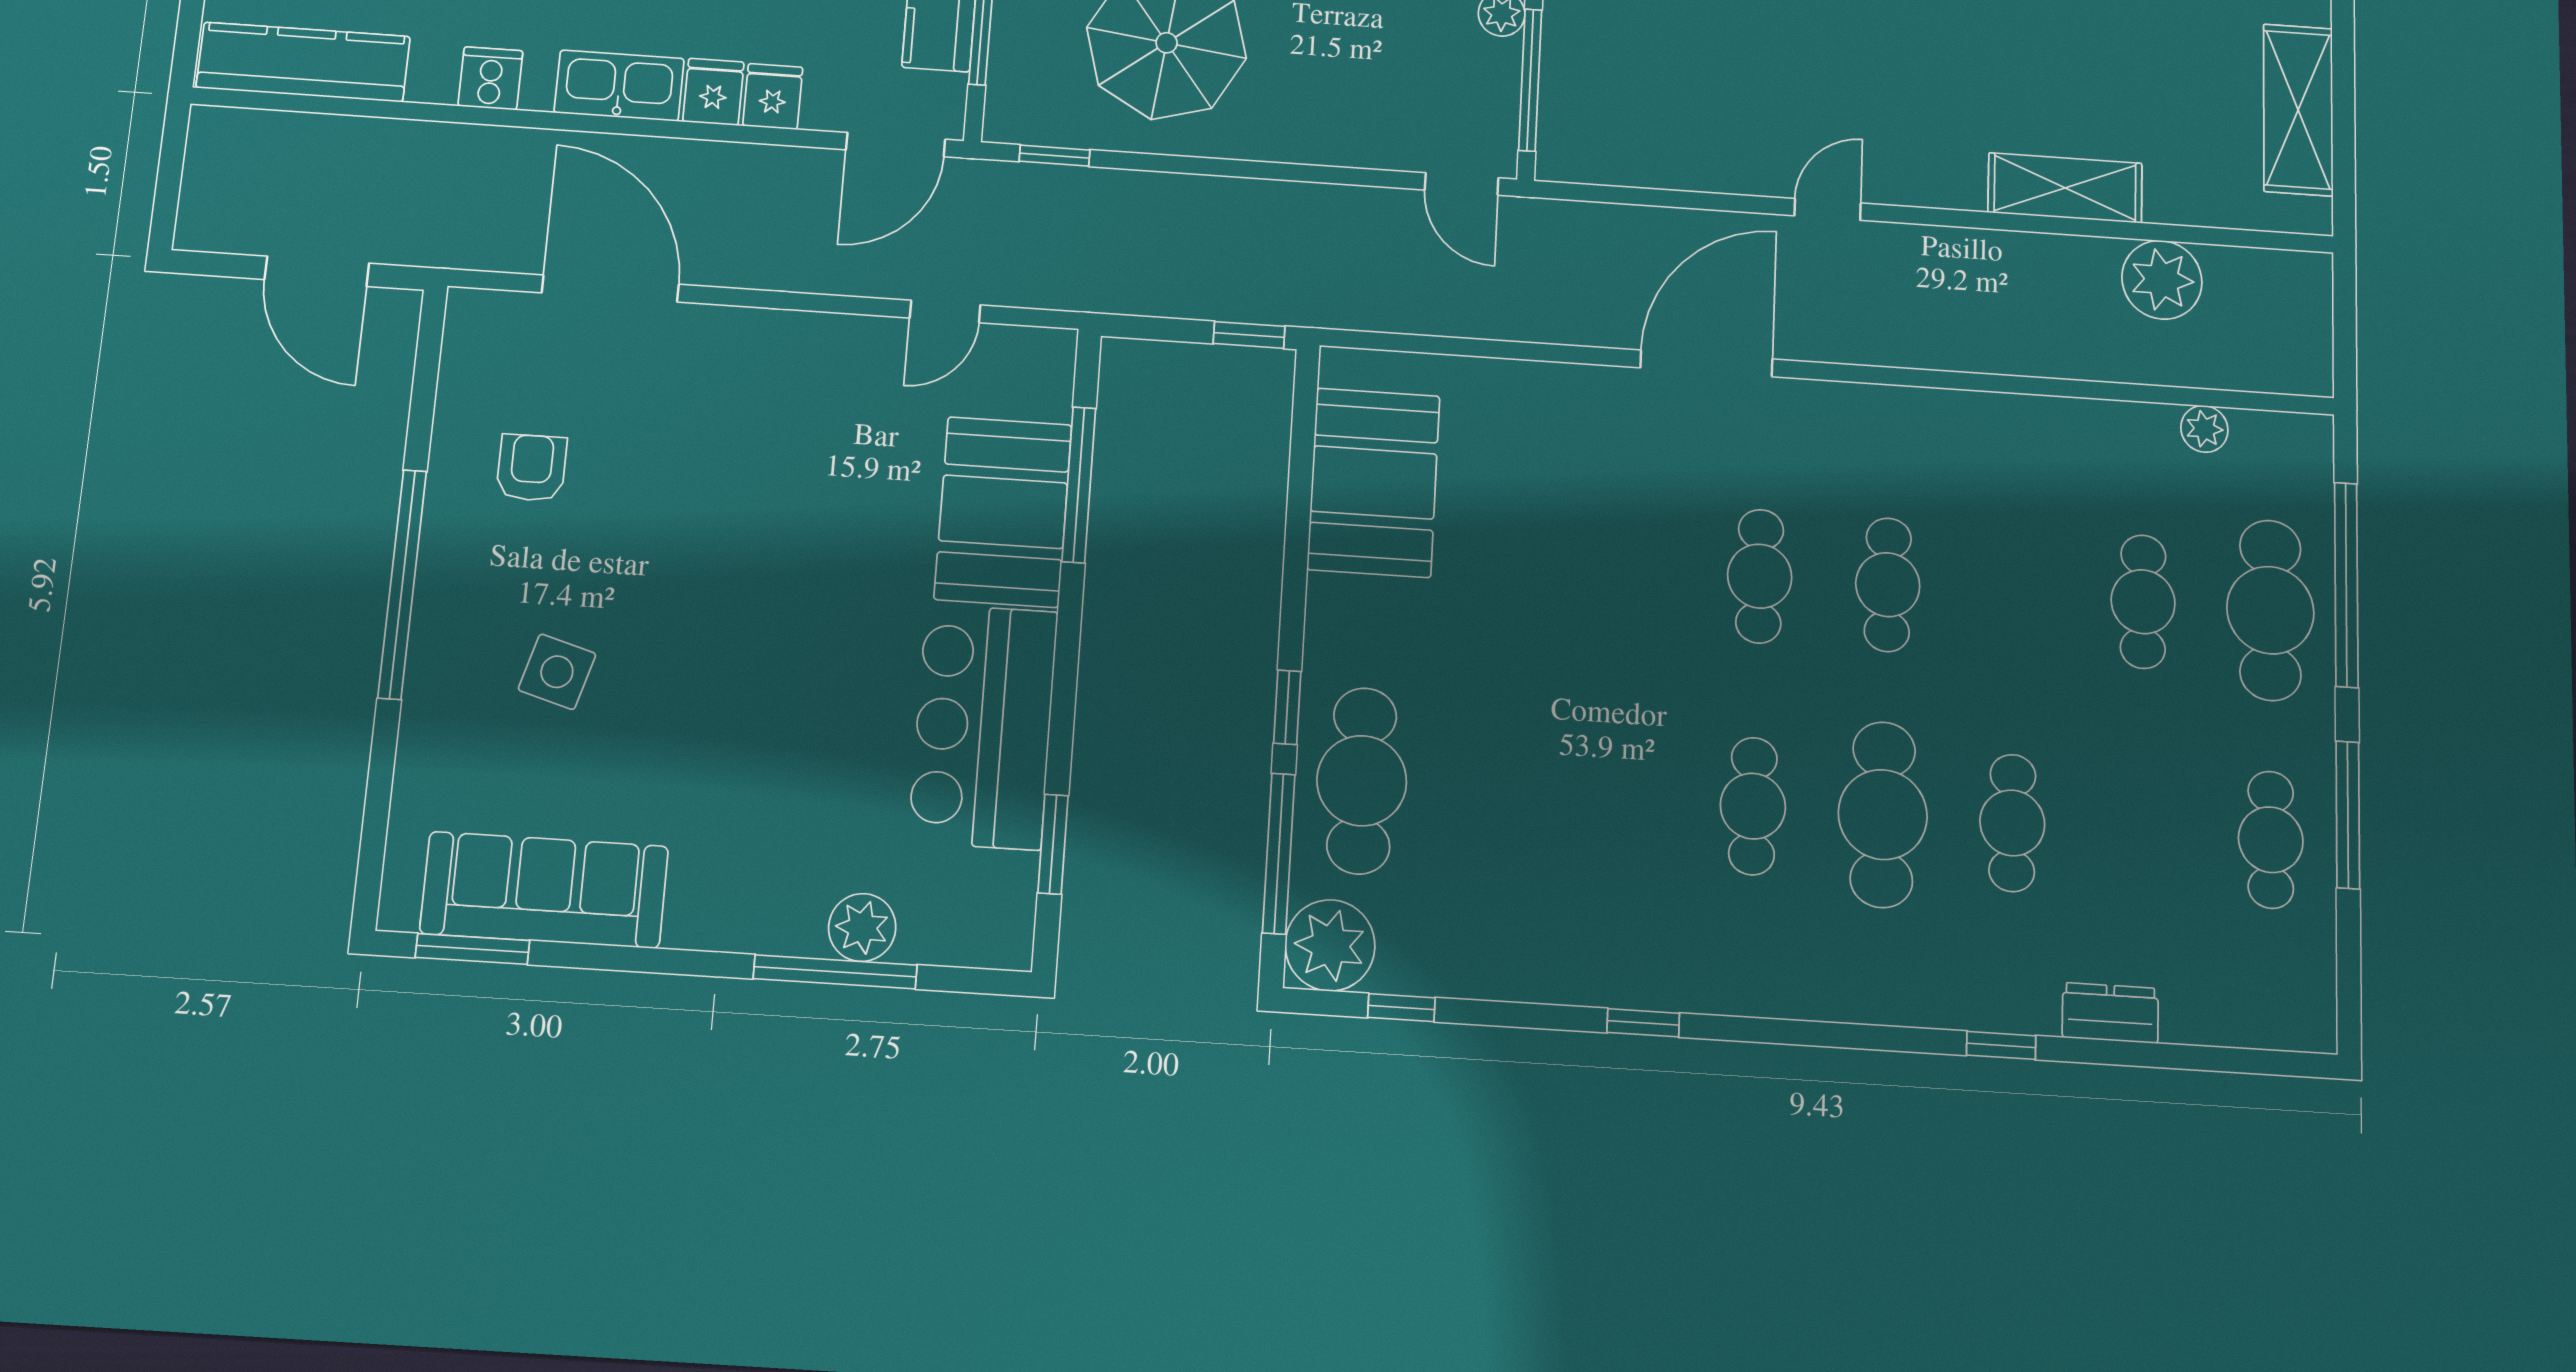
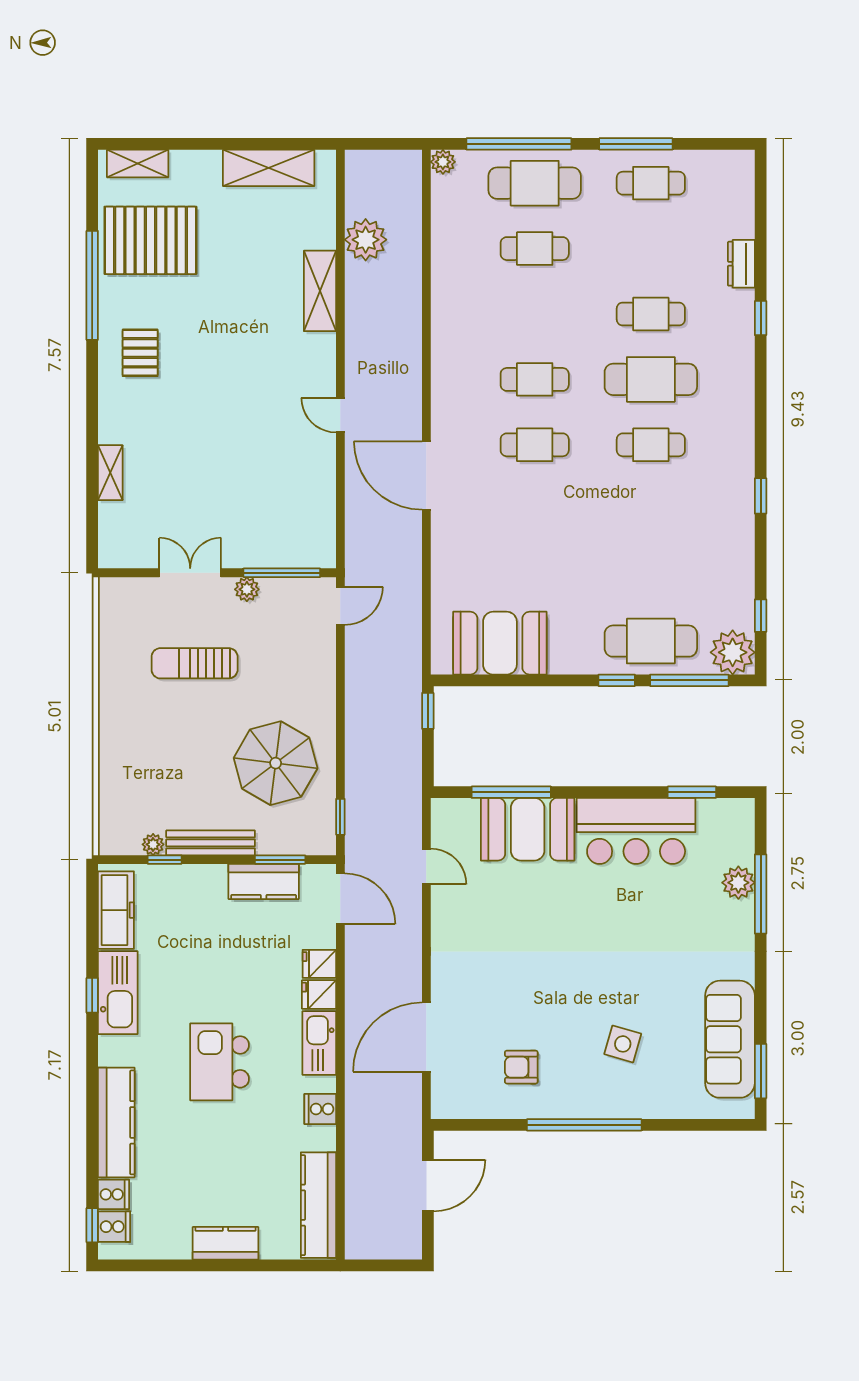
plant: (2204, 429) -> (443, 162), moved

